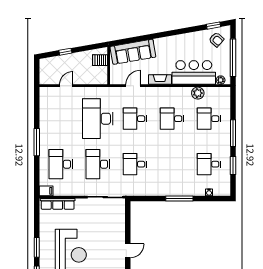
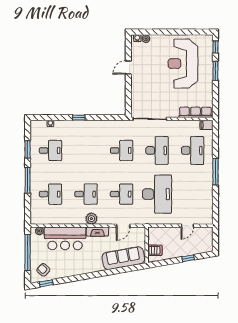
plant: (198, 93) -> (91, 219), moved
window: (179, 198) -> (79, 118), width x0.46

